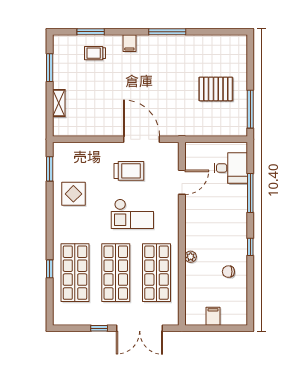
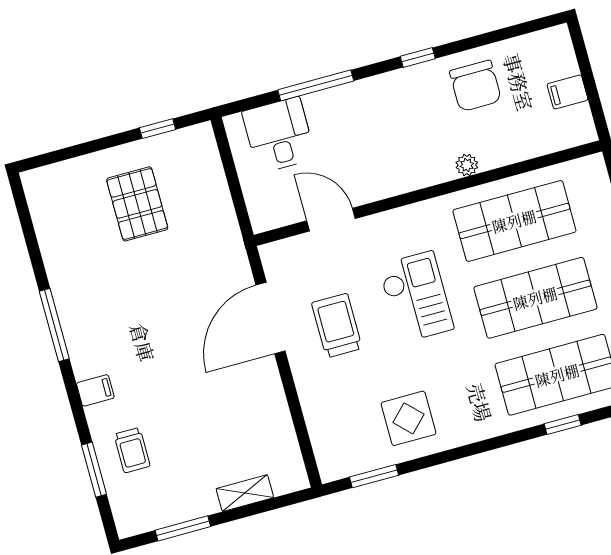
window: (250, 109) -> (157, 129), width x0.46
chair: (228, 272) -> (475, 86), width x1.87, depth x1.87

